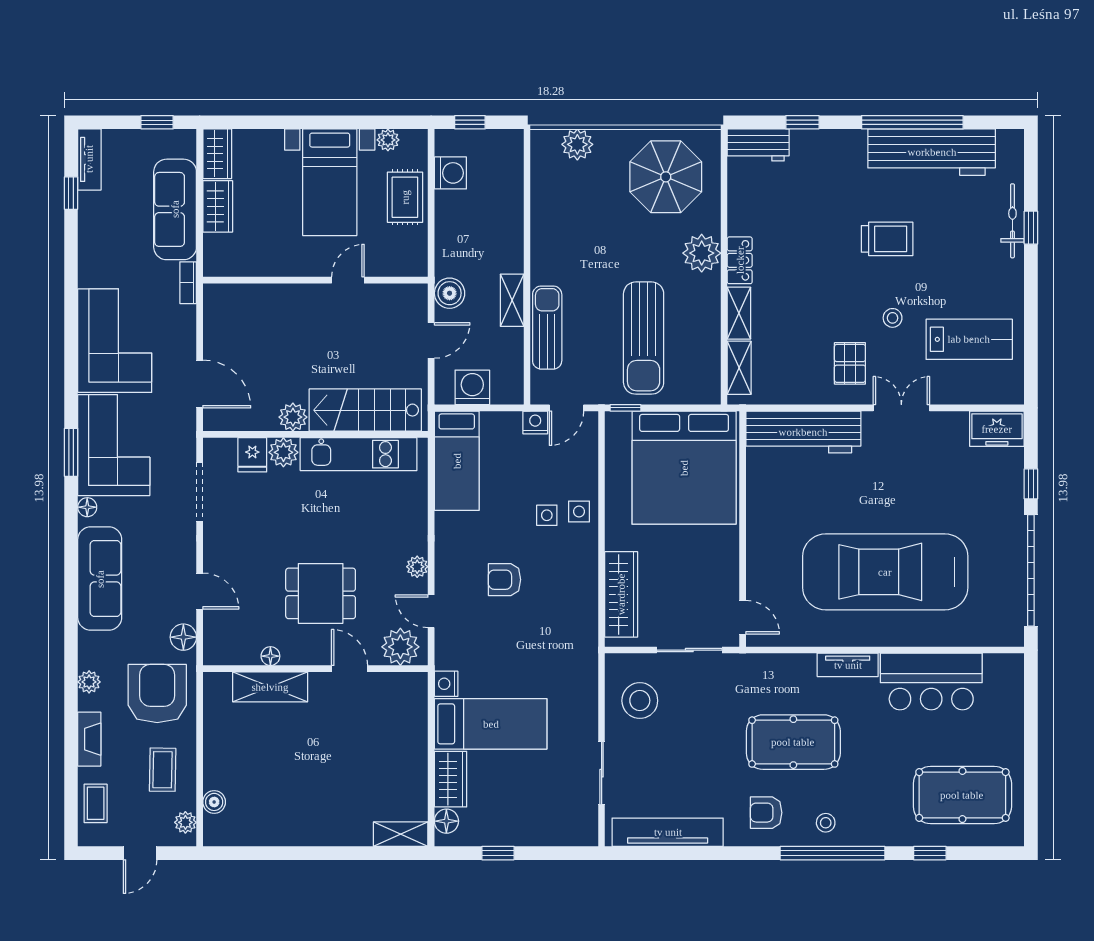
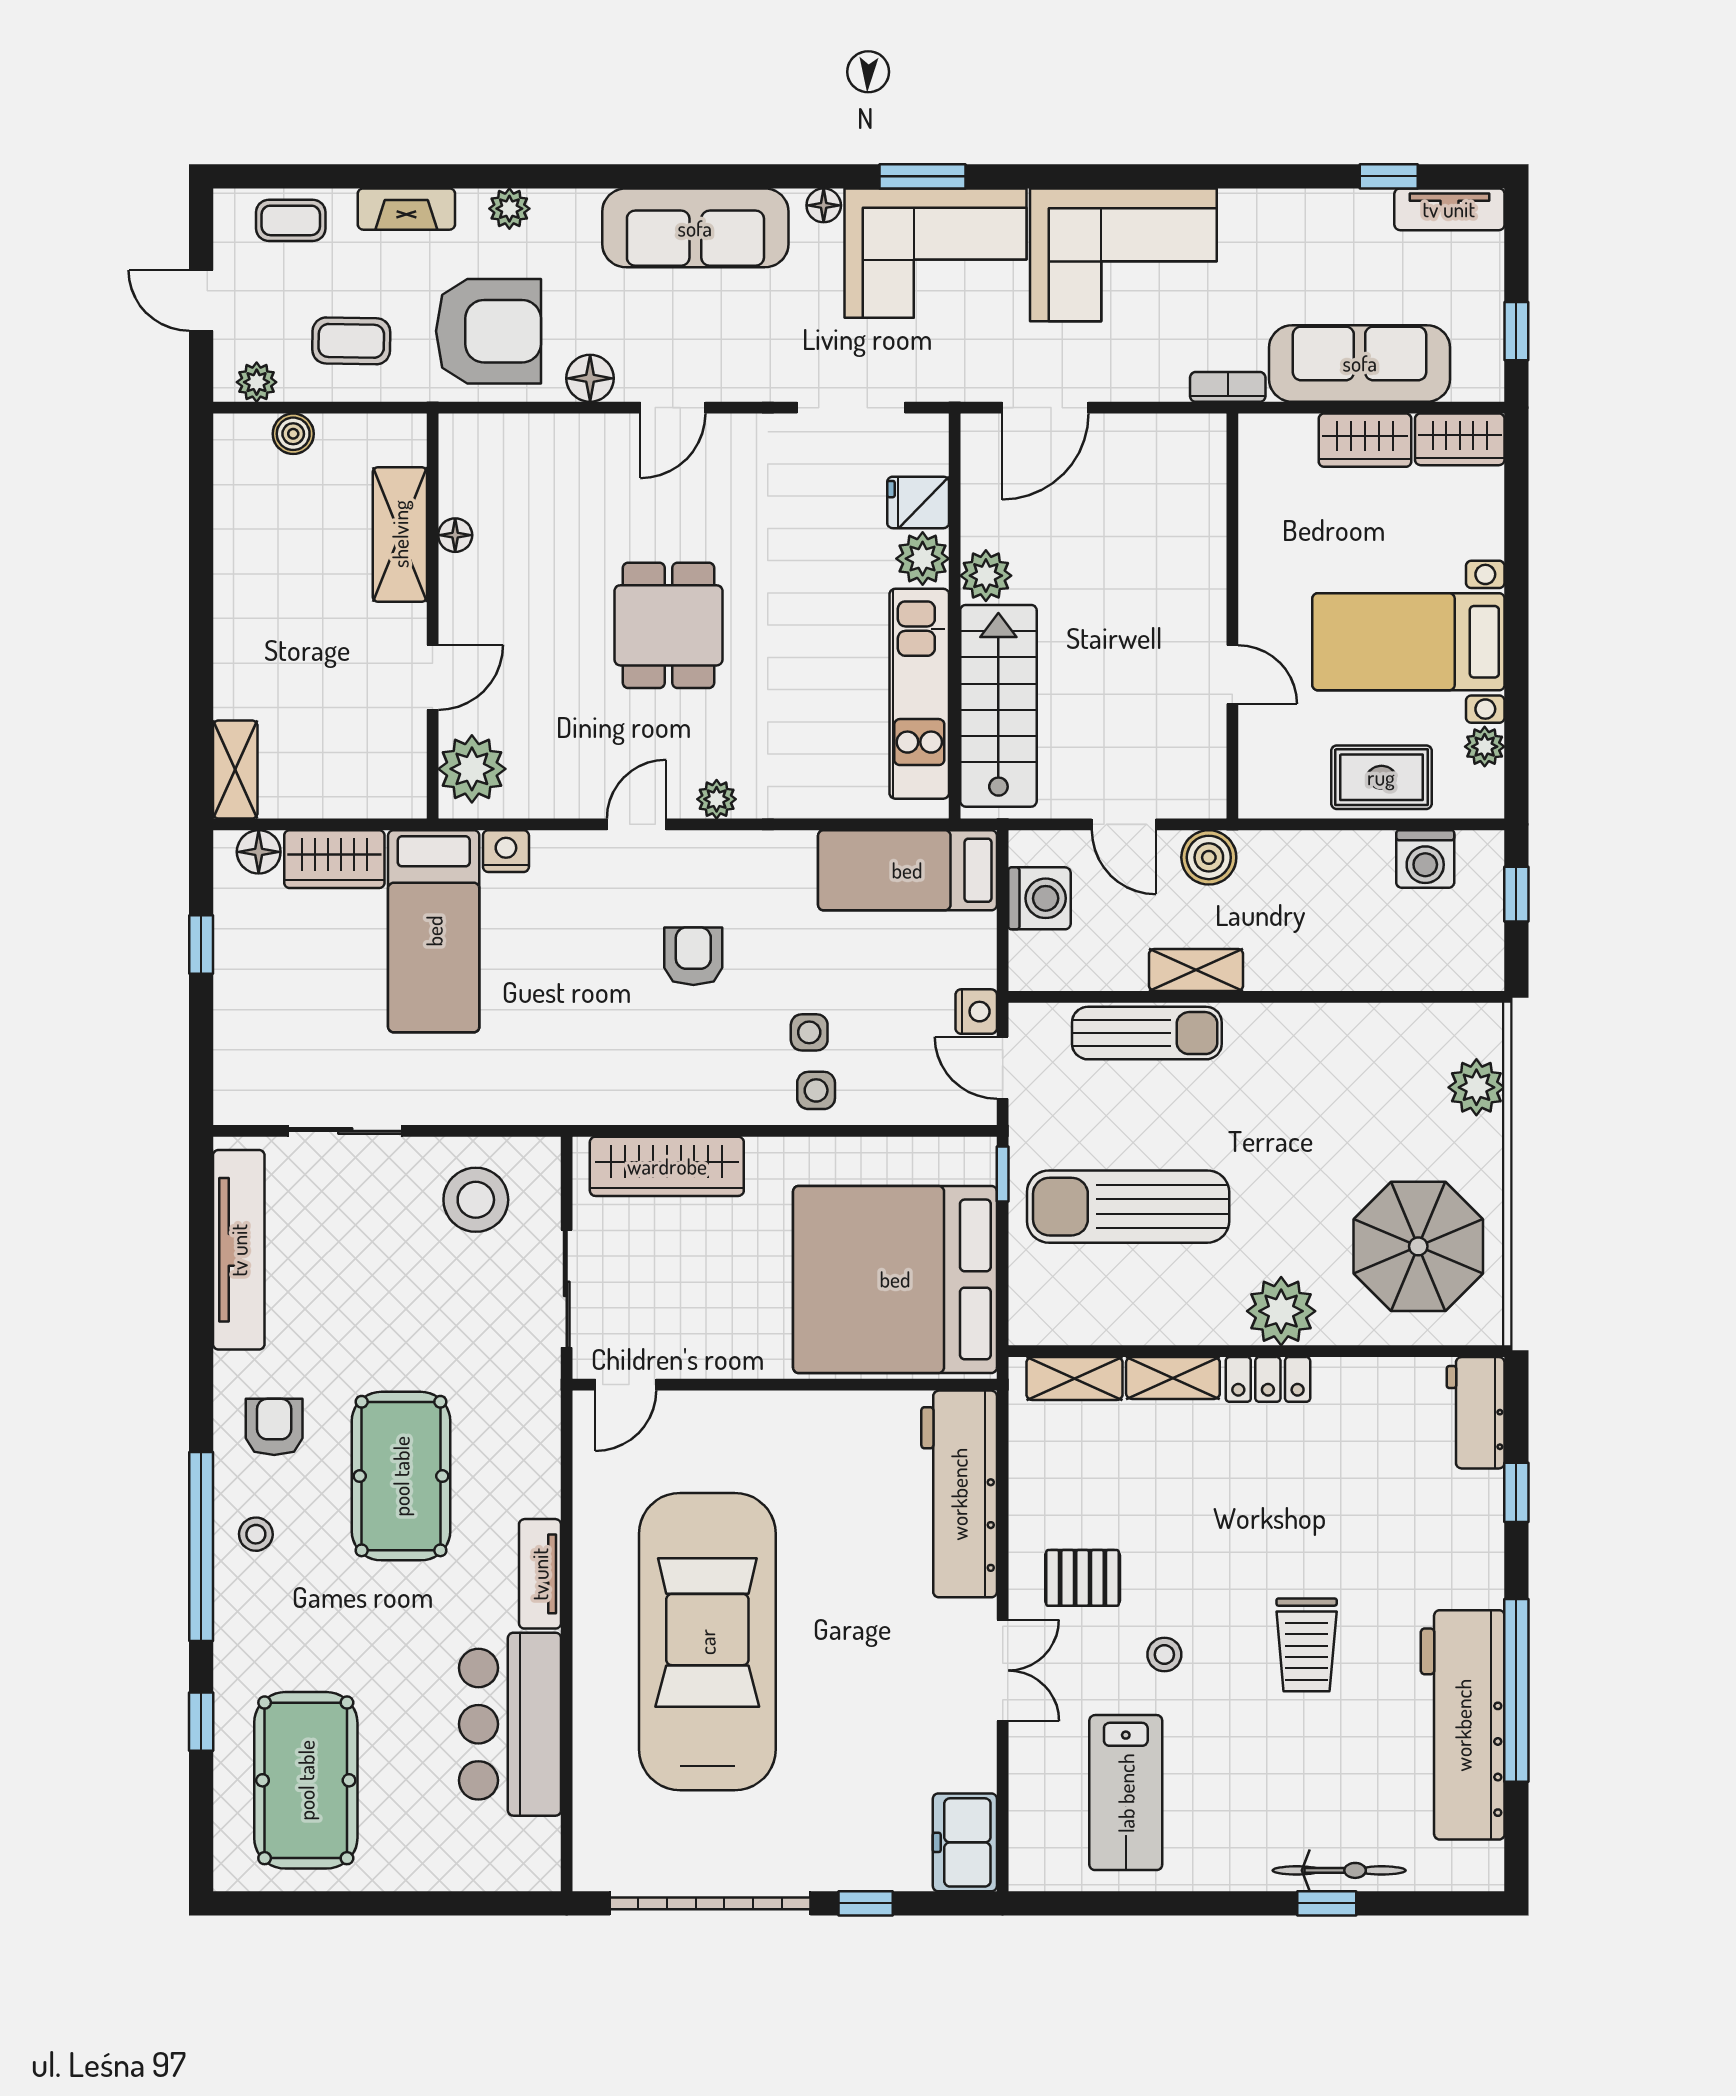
plant: (400, 647) -> (472, 769), moved
floor lamp: (270, 656) -> (455, 535), moved
wall: (315, 669) -> (433, 616), moved
door: (349, 669) -> (433, 677), moved
shelving: (270, 687) -> (400, 534), moved

